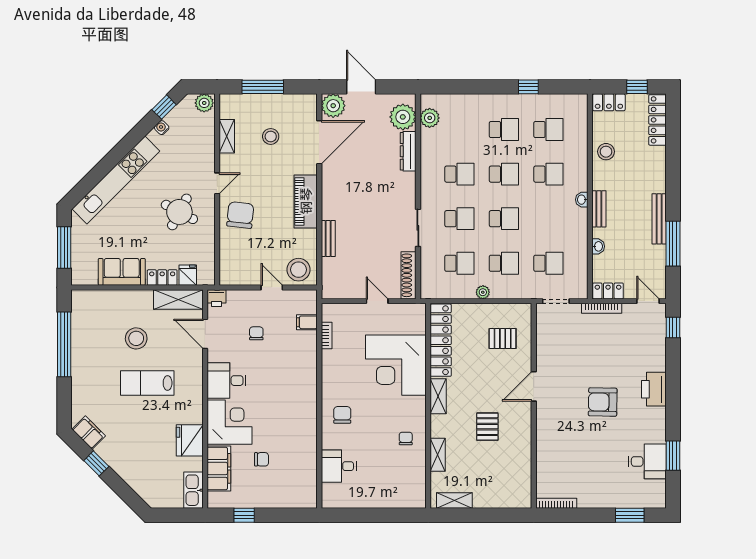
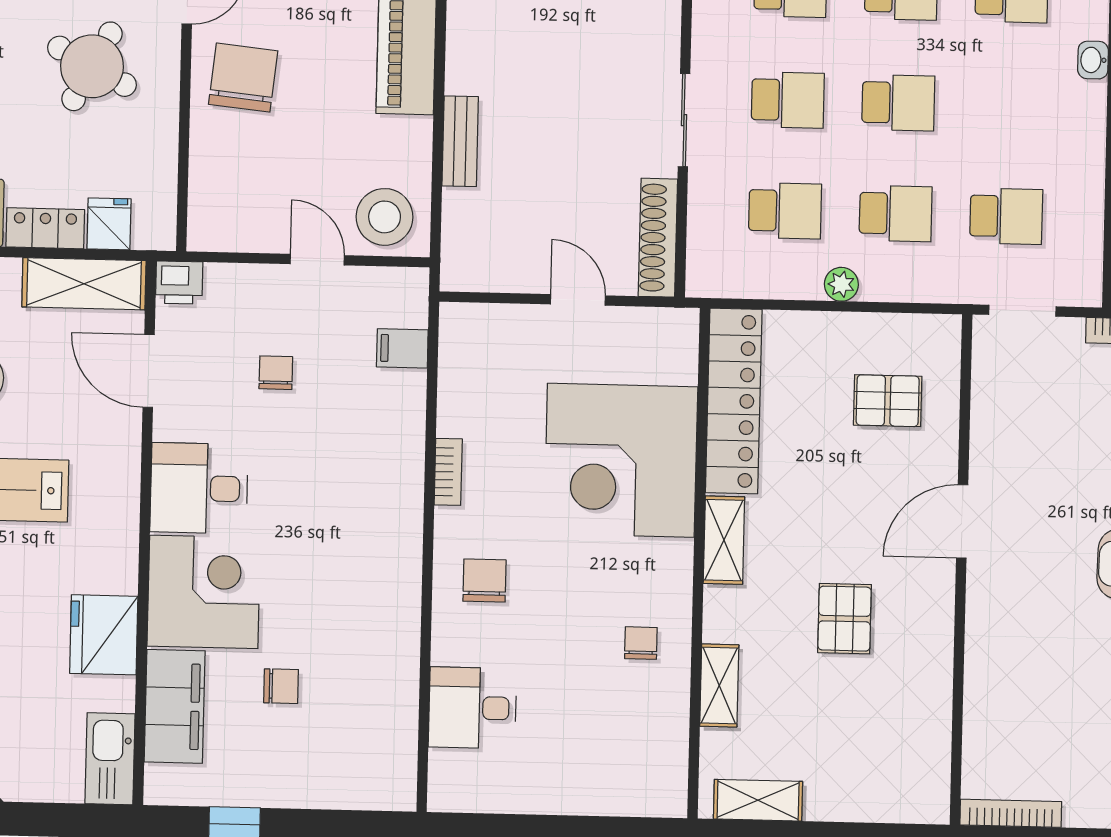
bookcase: (327, 336) -> (448, 472), moved

